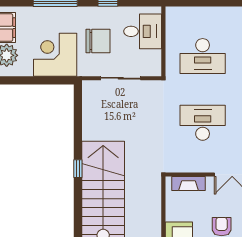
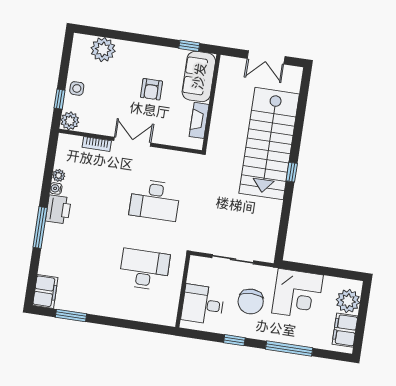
chair: (98, 41) -> (251, 301), turned -90
fireplace: (189, 183) -> (199, 120), moved, turned -90

